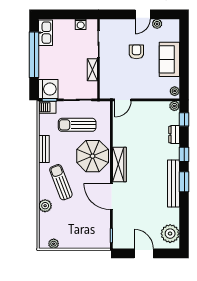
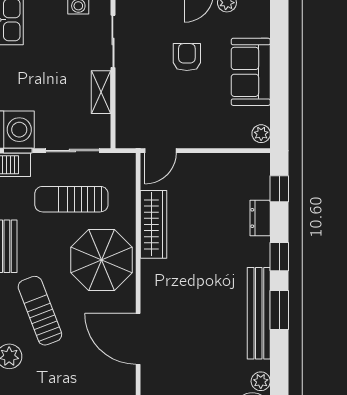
plant: (174, 106) -> (261, 381), moved
wardrobe: (119, 165) -> (153, 224), moved

